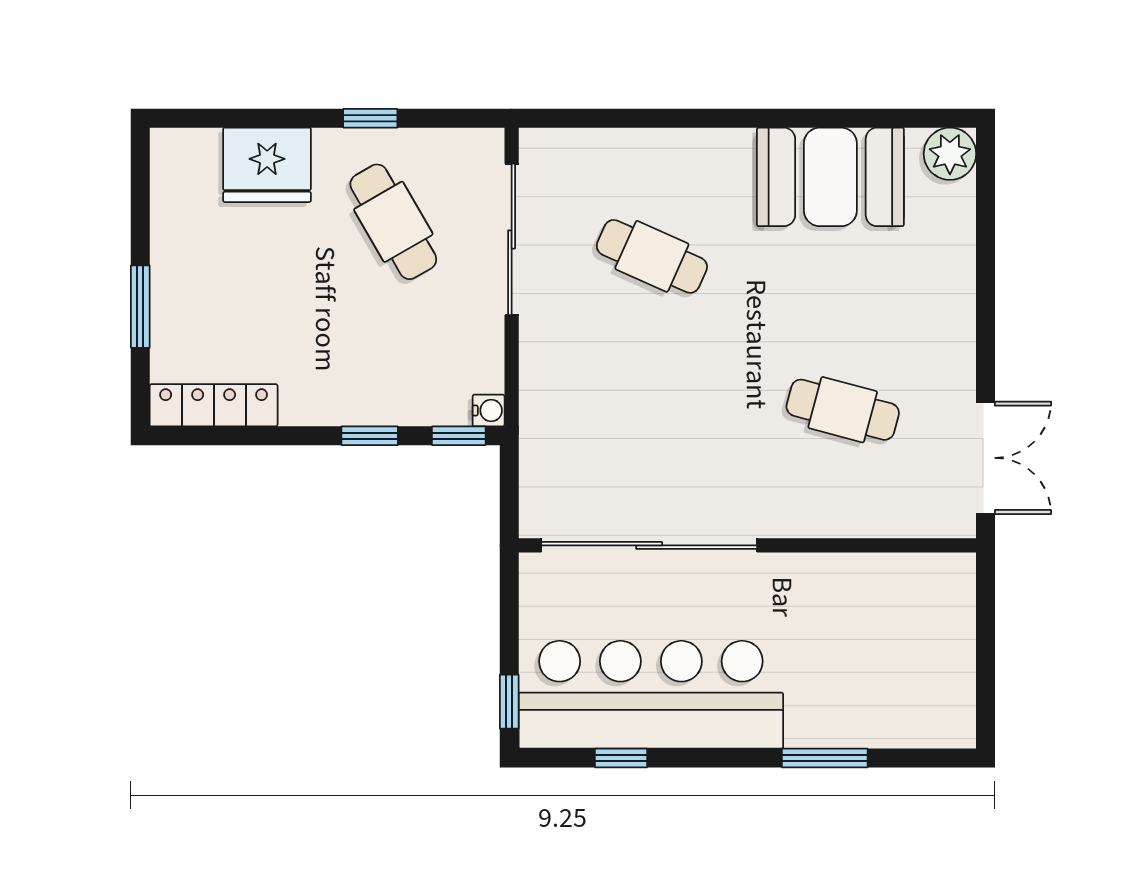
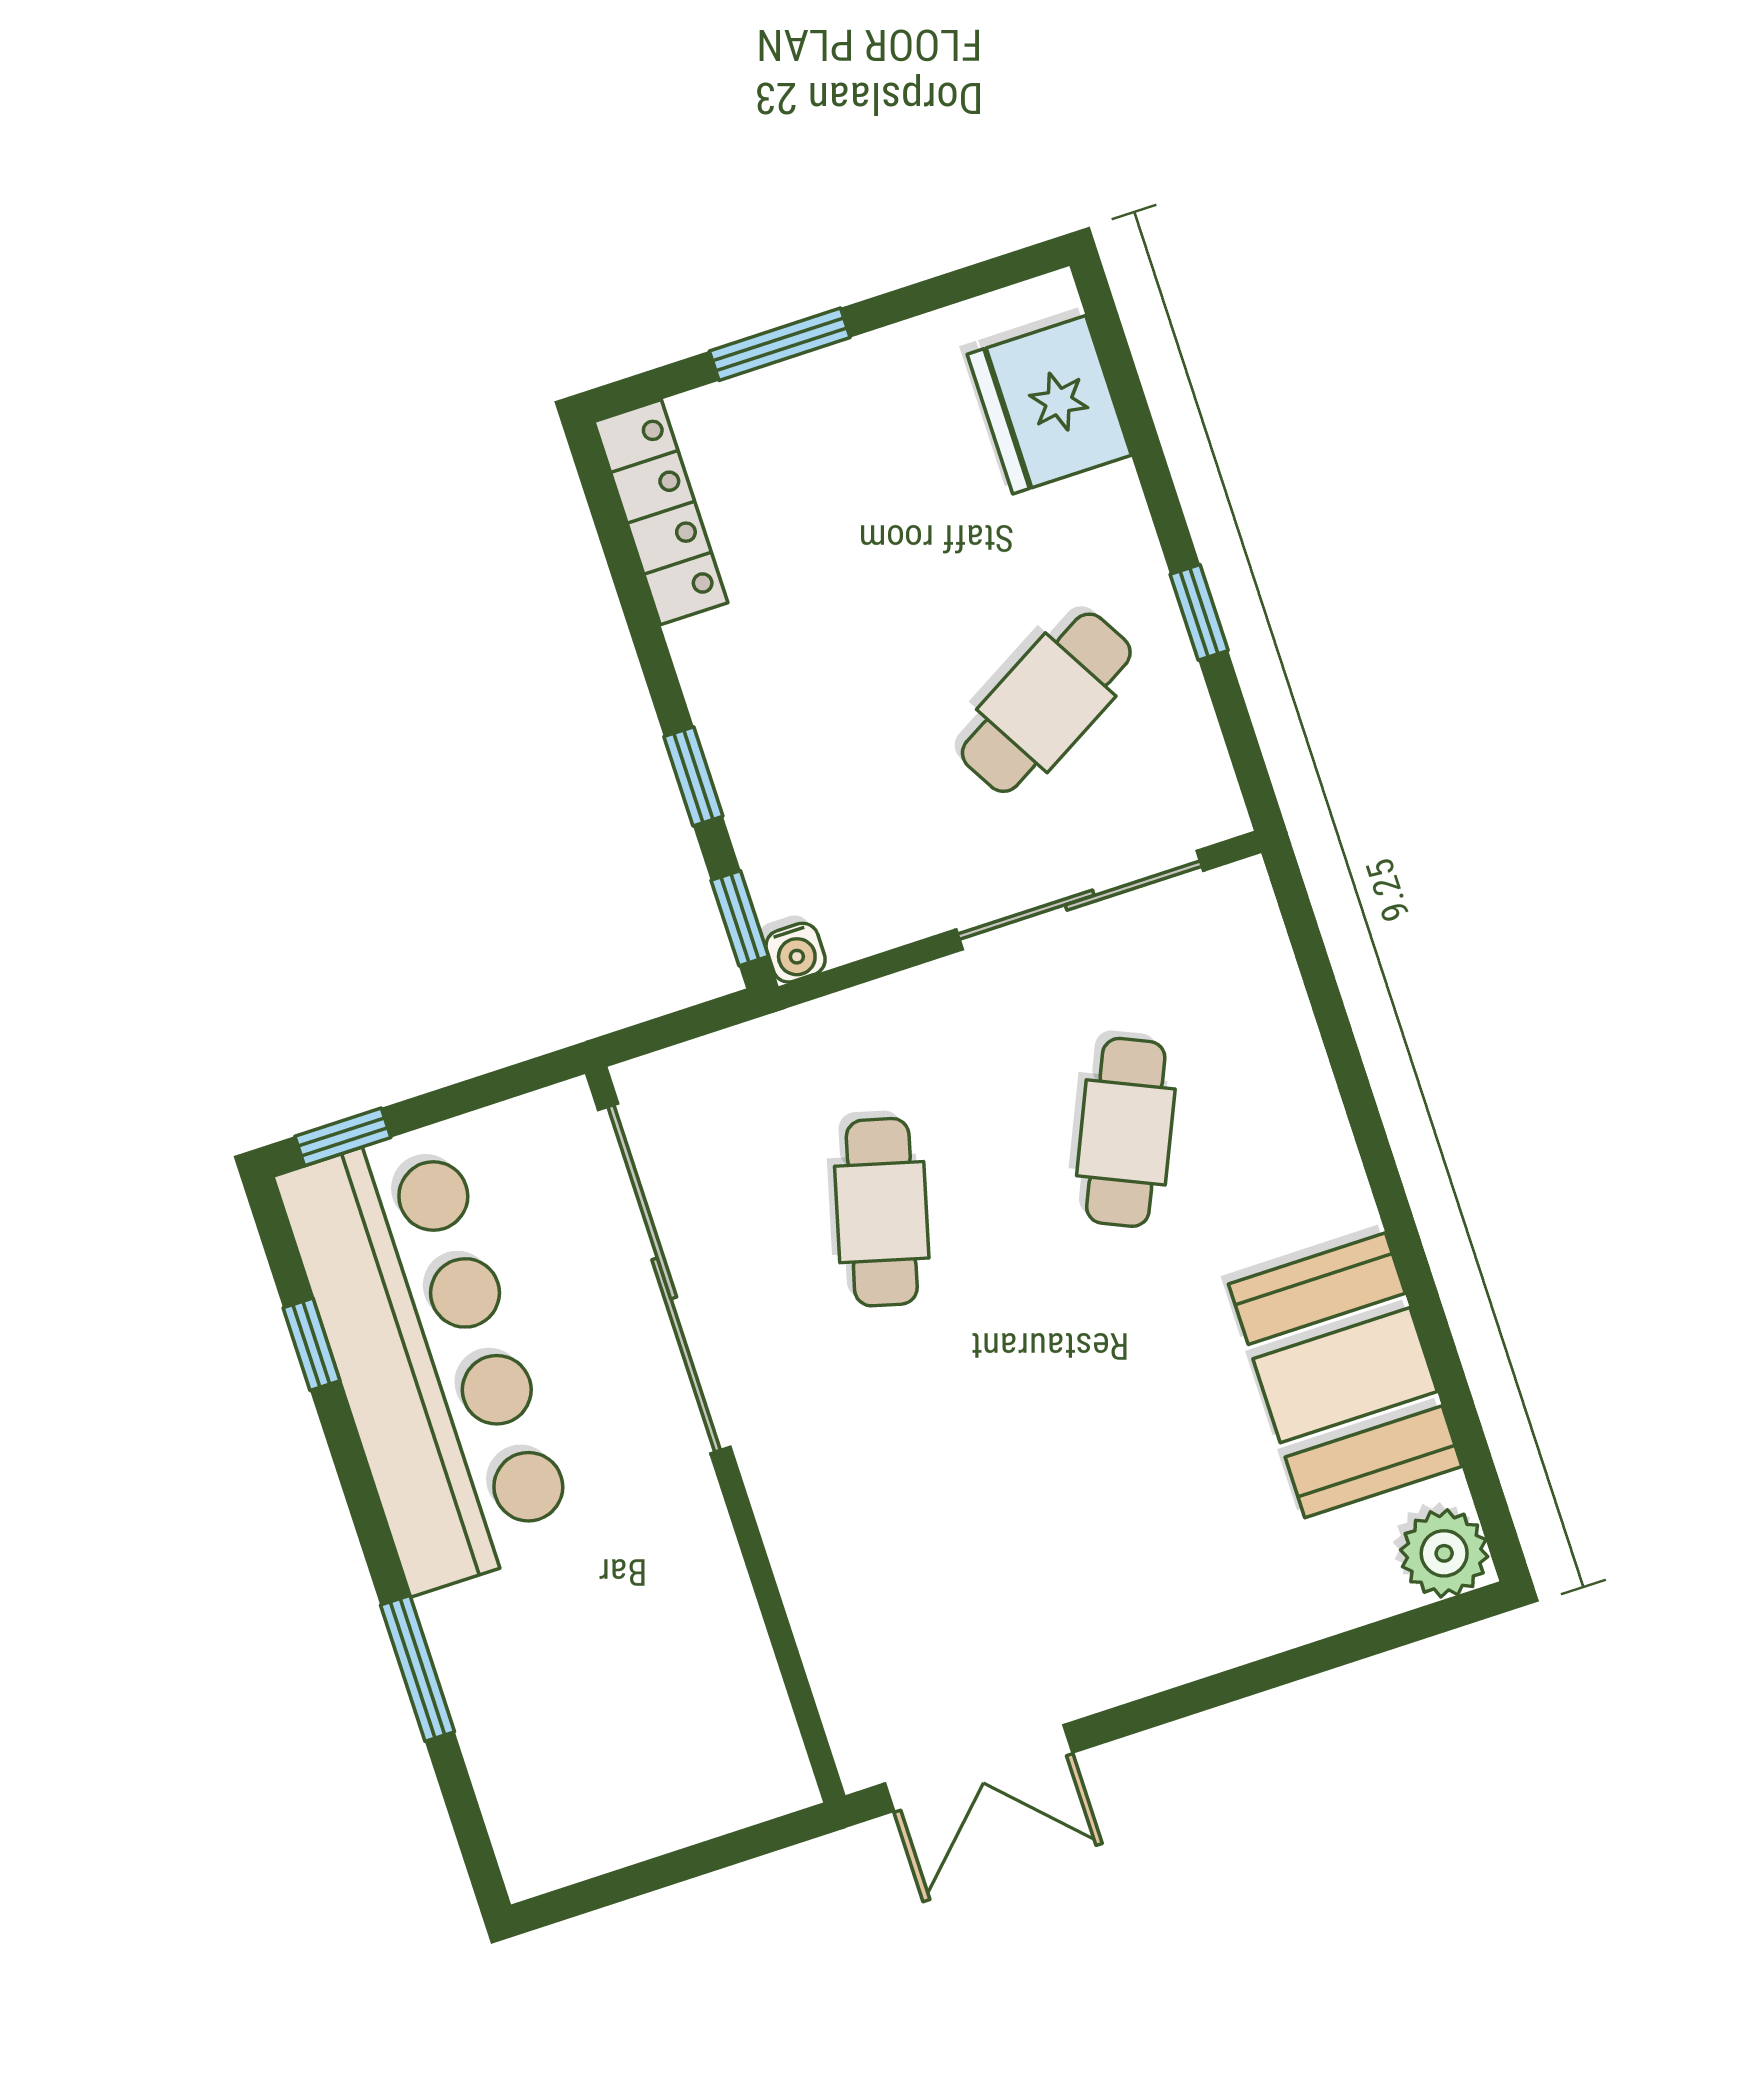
fridge: (267, 165) -> (1049, 405), moved
cafe table: (843, 410) -> (882, 1212), moved

